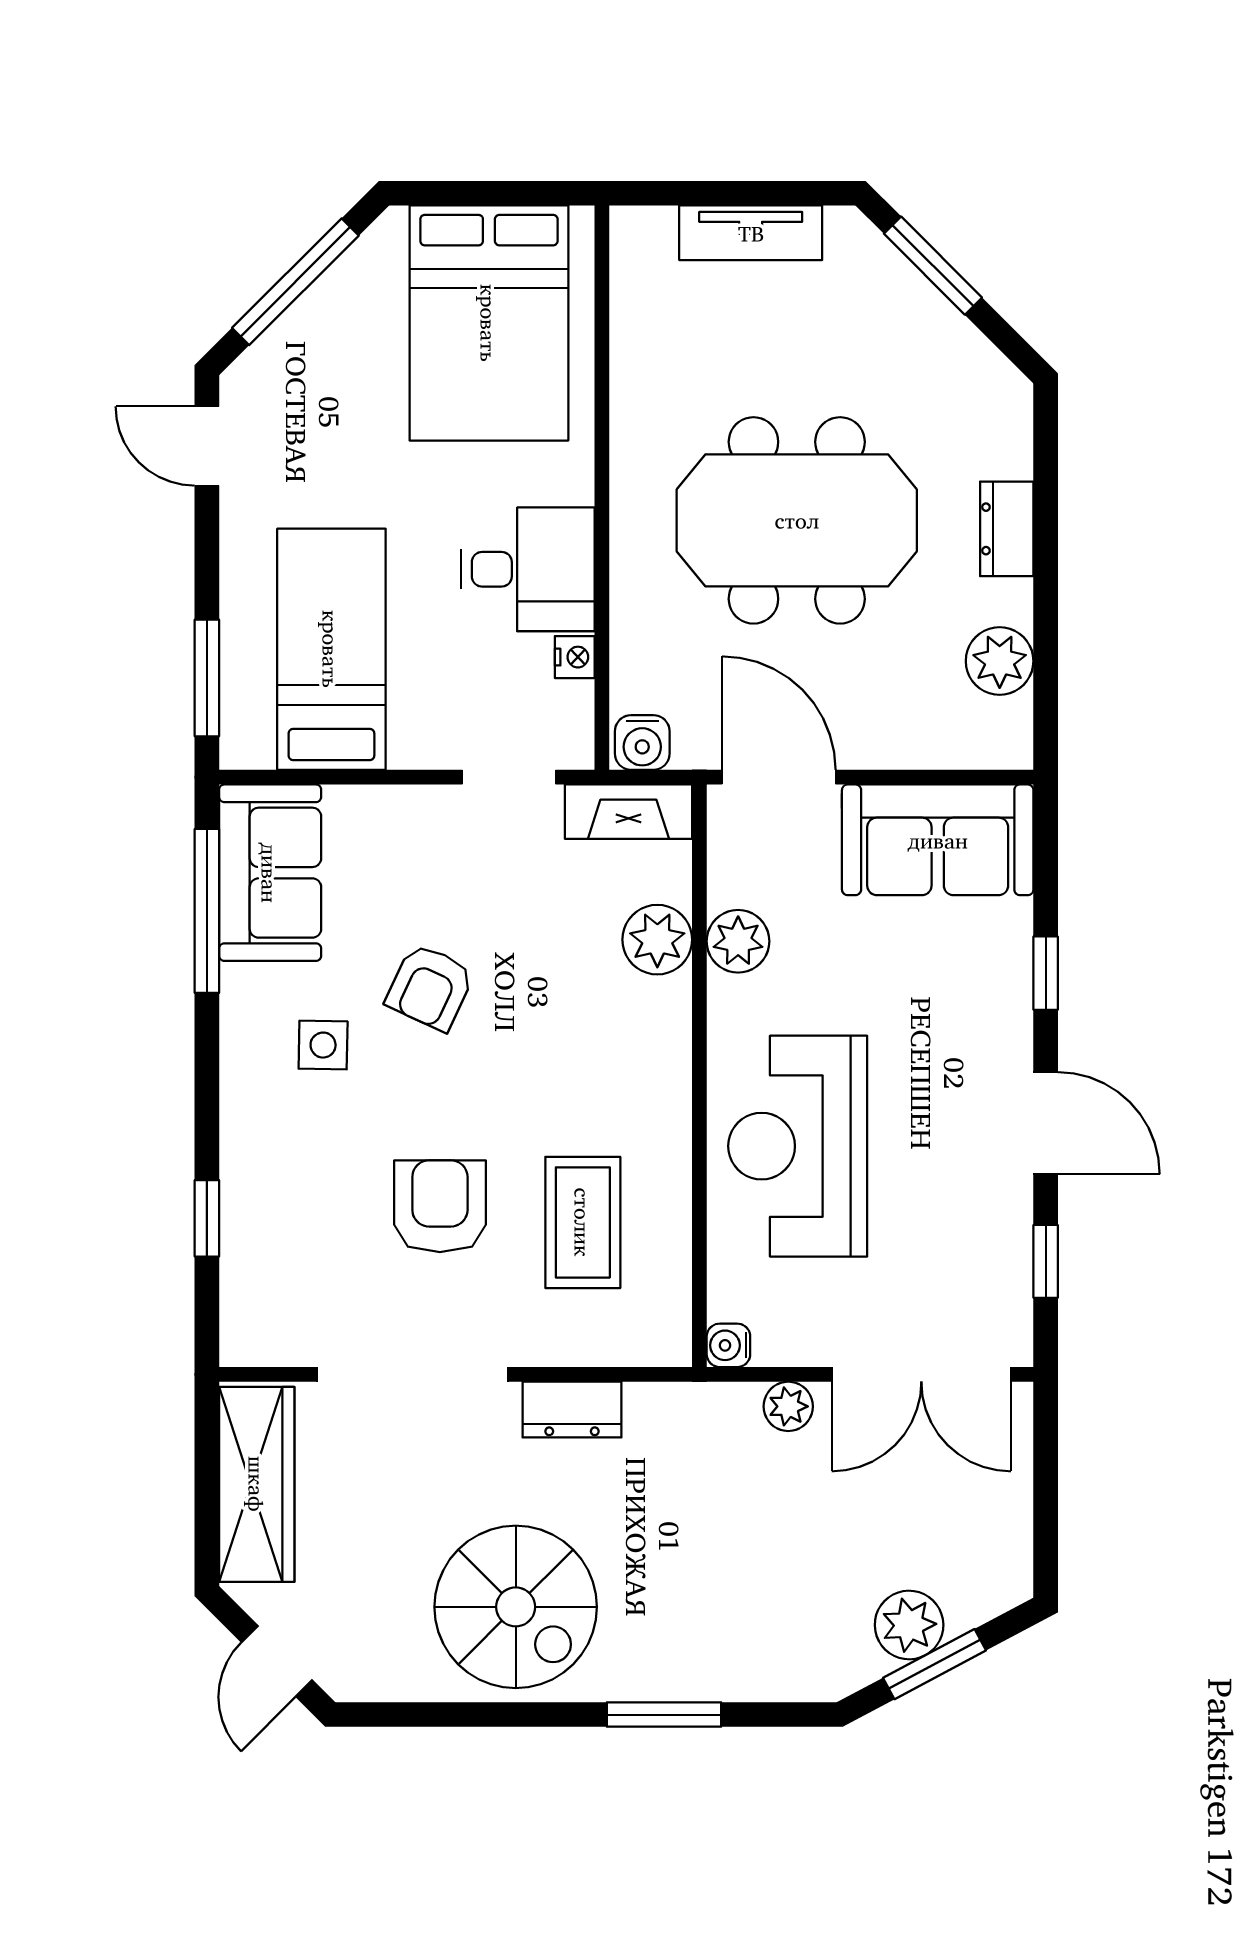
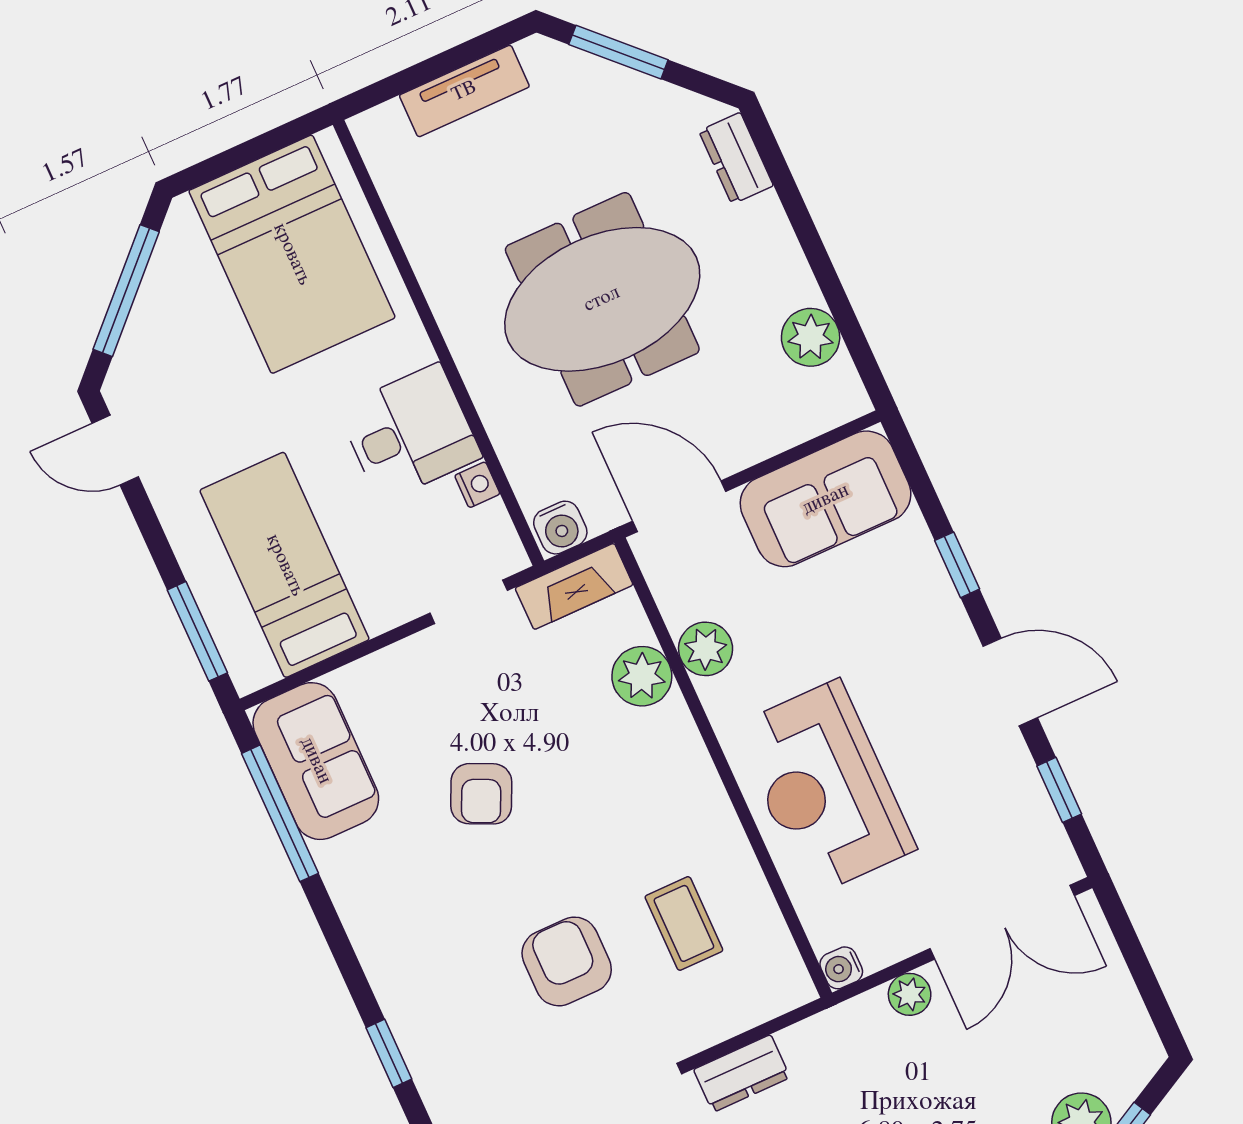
dresser: (1007, 529) -> (736, 158), moved
side table: (323, 1045) -> (418, 877), removed
coffee table: (583, 1222) -> (684, 923), width x0.73, depth x0.77

